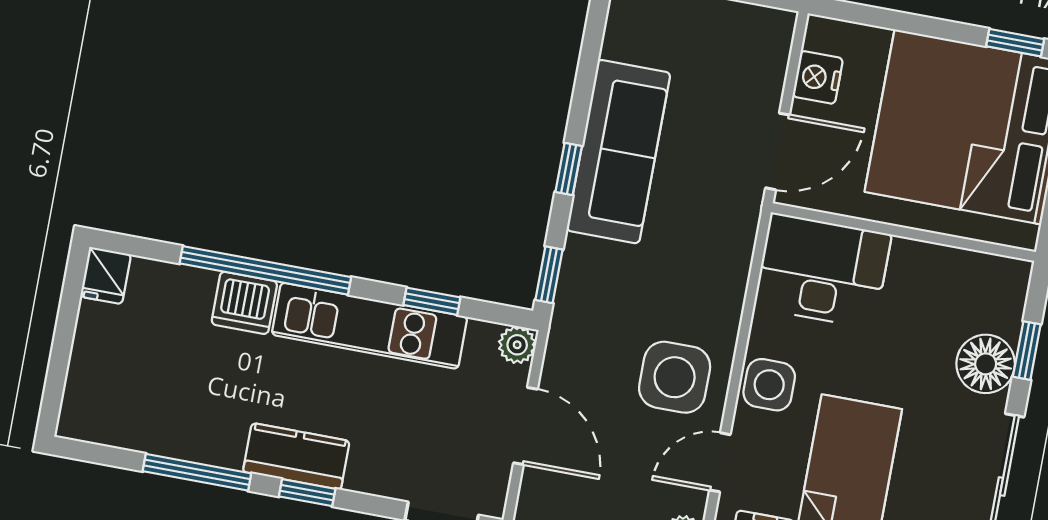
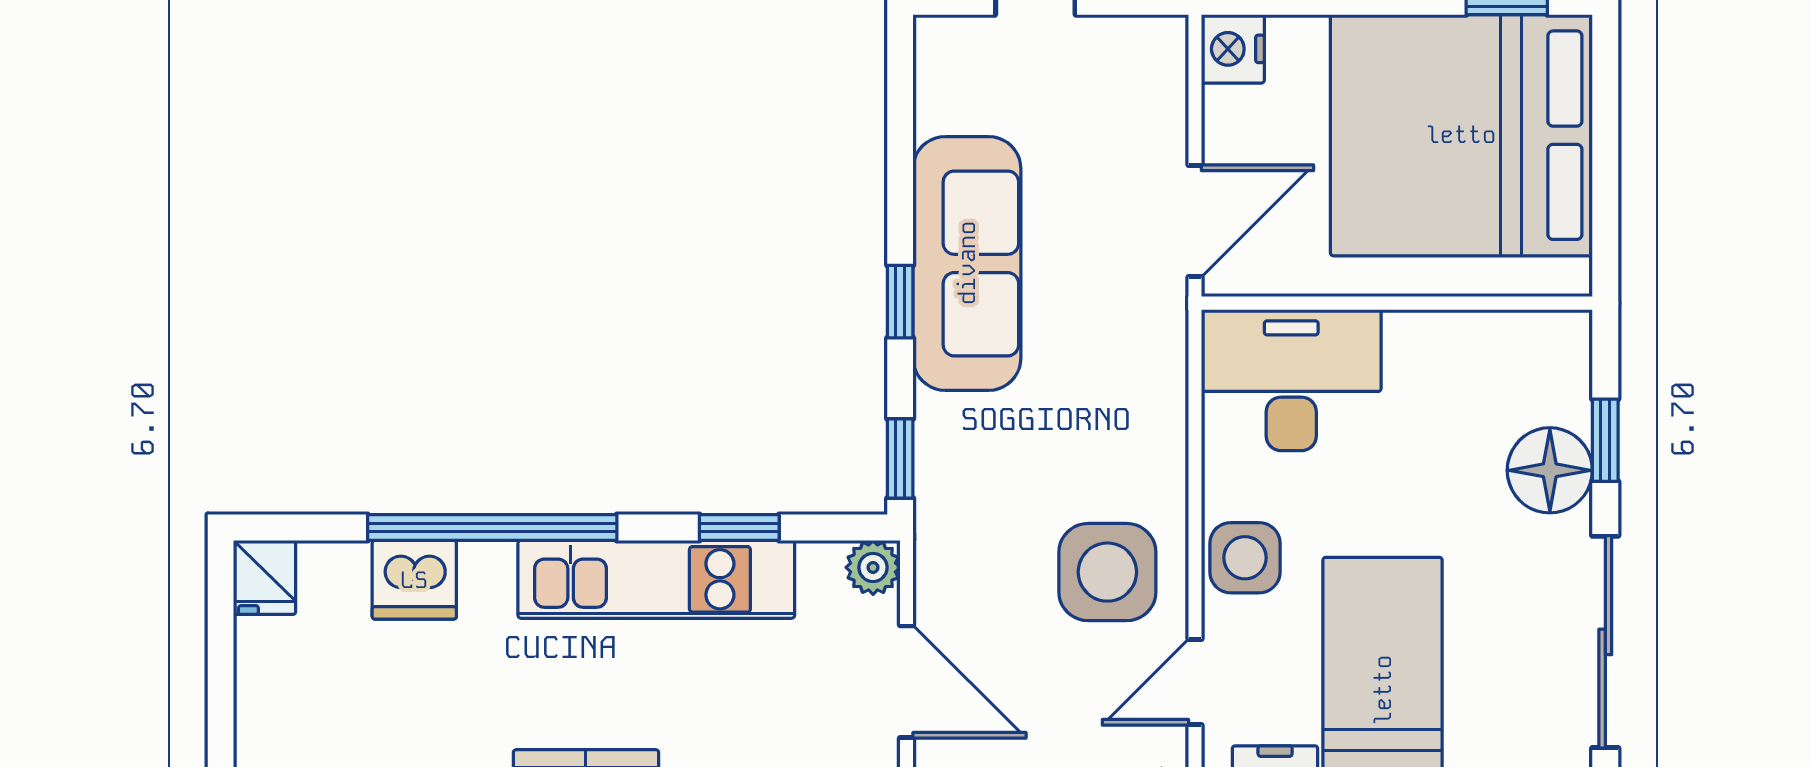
nightstand: (818, 77) -> (1233, 49), moved
dishwasher: (244, 303) -> (414, 580), moved

